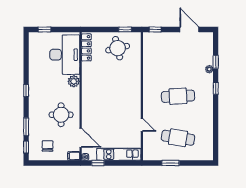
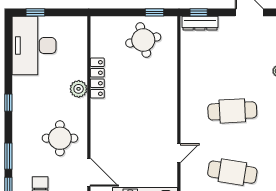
dresser: (156, 37) -> (200, 23), added
locker: (86, 47) -> (97, 78), moved
desk: (65, 55) -> (34, 46), moved, turned 180
door: (142, 125) -> (179, 153), hinge flipped

